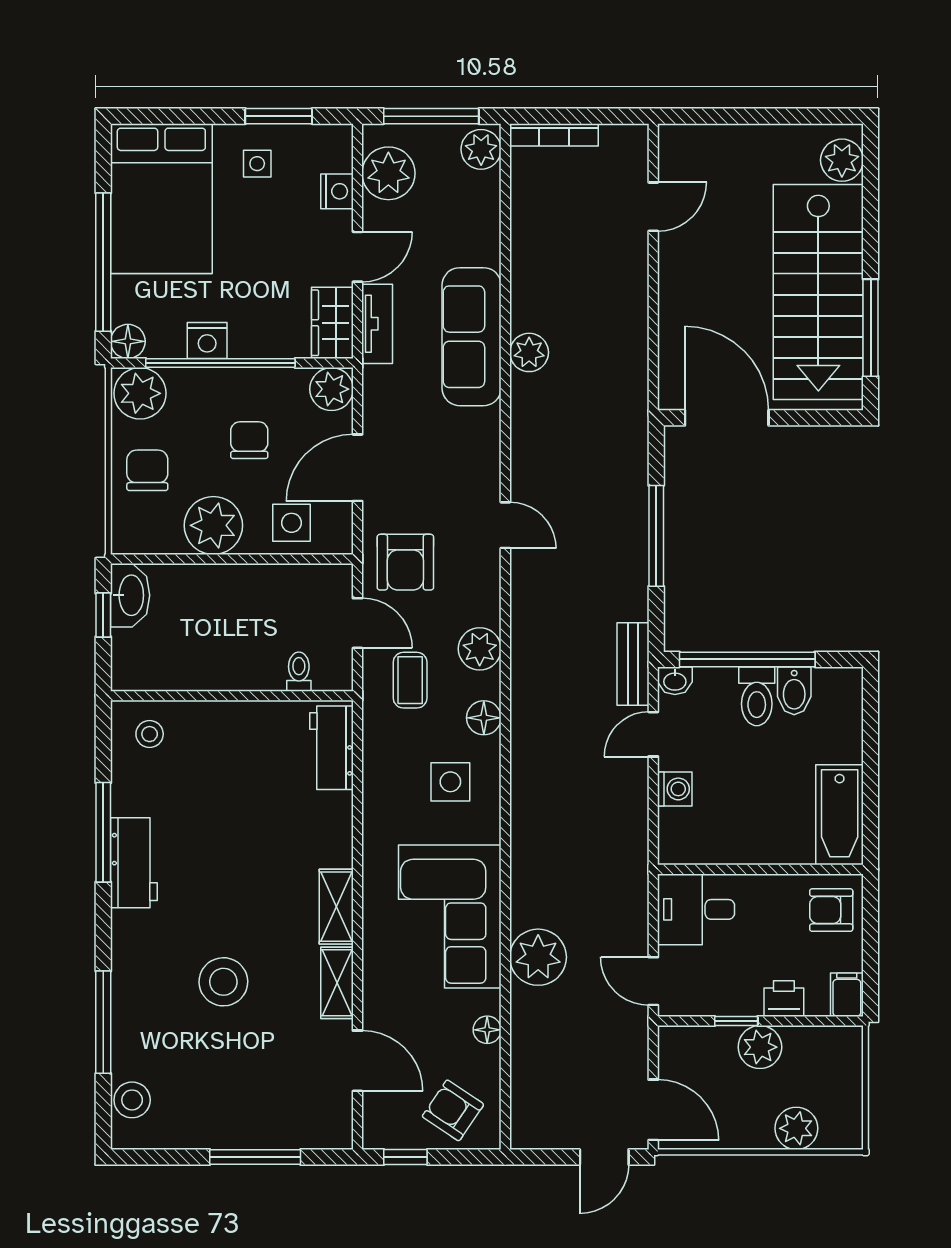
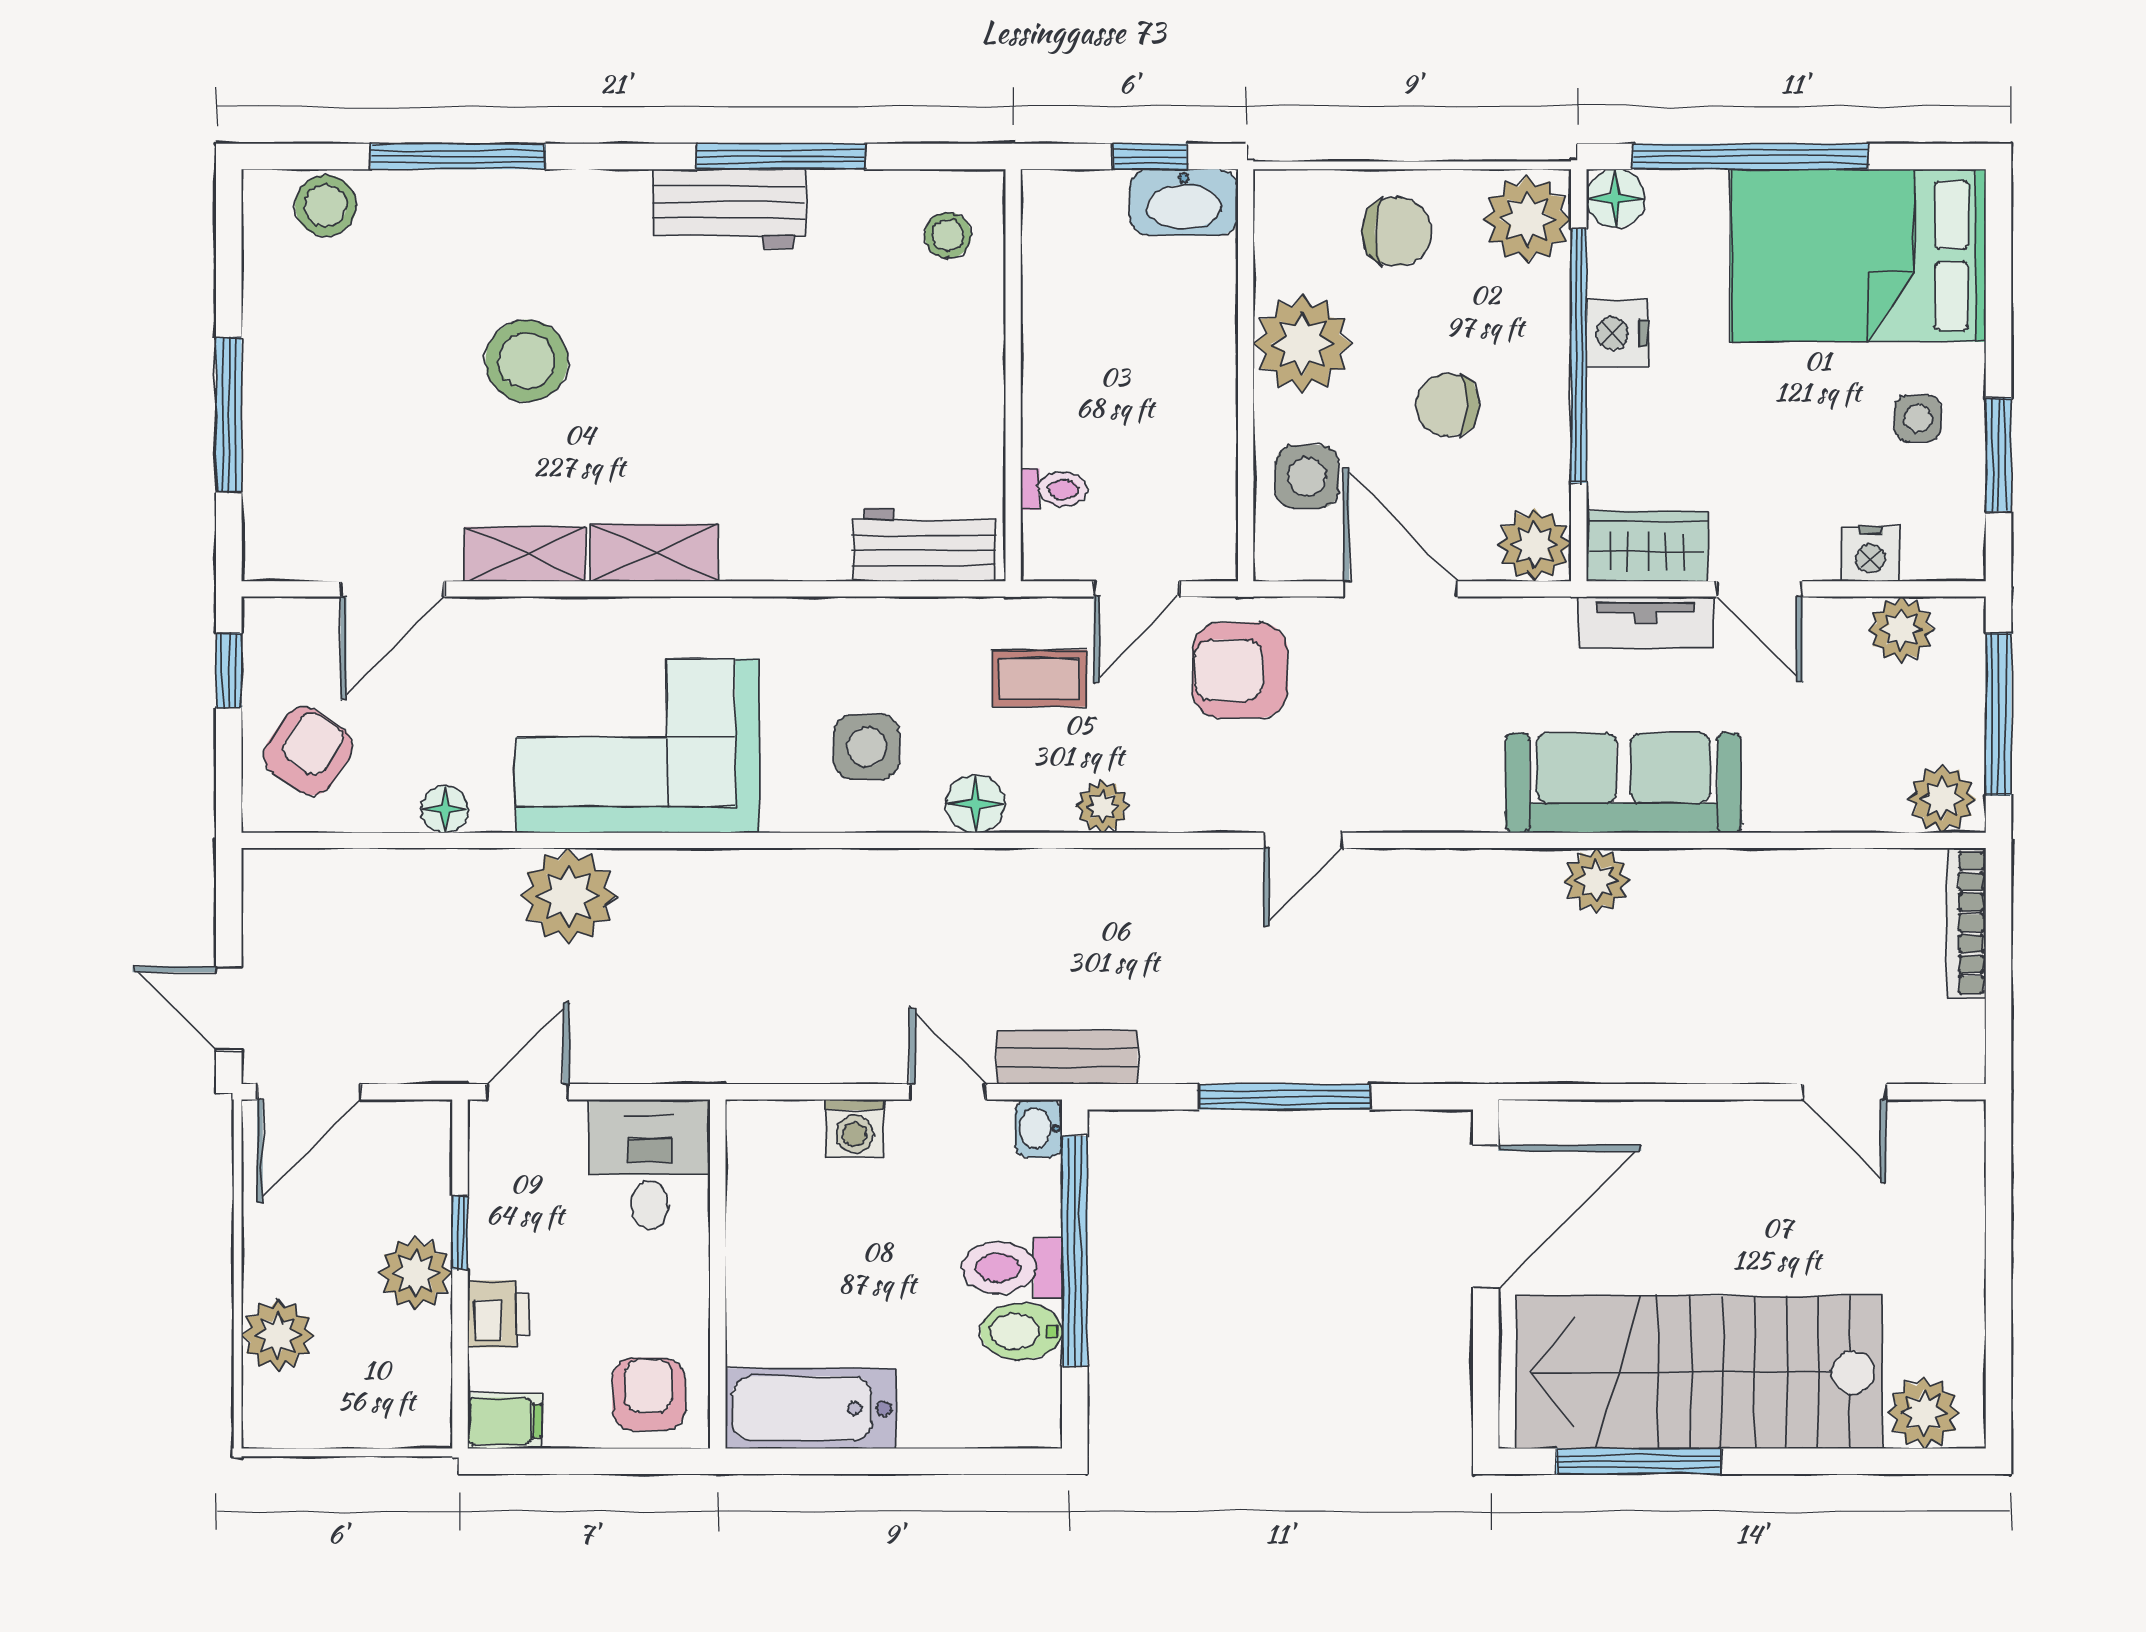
plant: (388, 173) -> (1901, 630), width x0.73, depth x0.73
chair: (249, 440) -> (1448, 405), turned 180
plant: (480, 649) -> (1103, 807), width x0.73, depth x0.73

